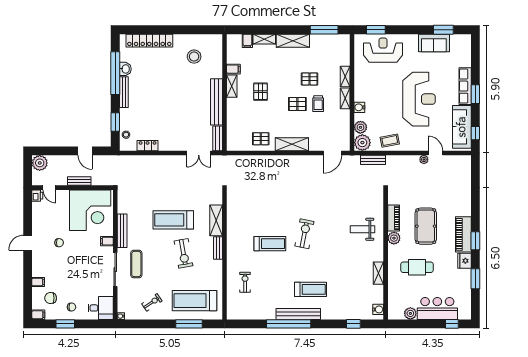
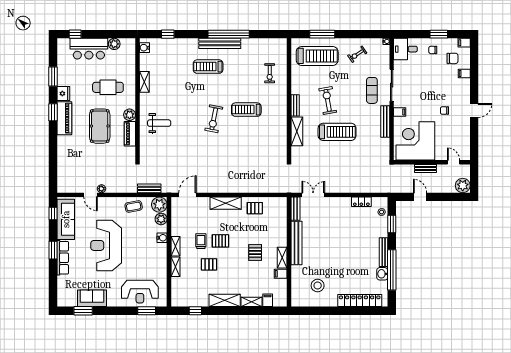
window: (324, 30) -> (195, 311), width x0.46
printer: (37, 196) -> (465, 155), removed

